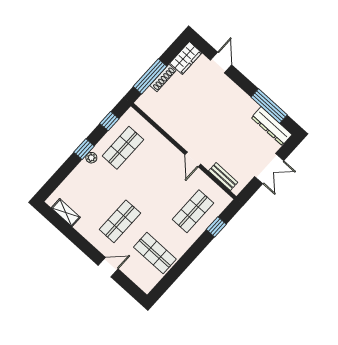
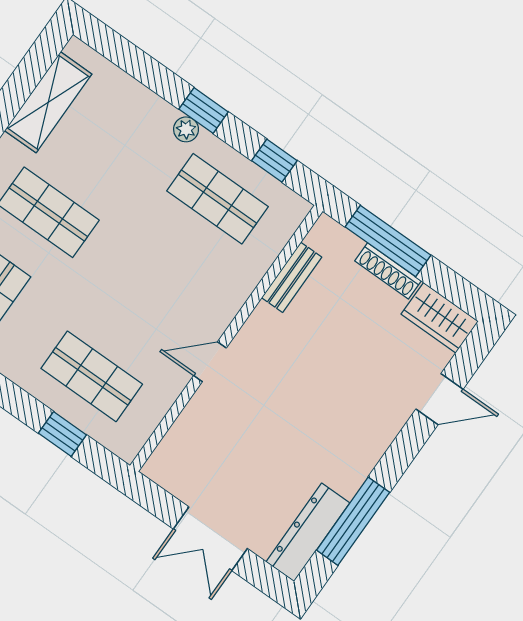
bench: (223, 177) -> (292, 277), moved
shelving: (66, 213) -> (48, 102), width x1.50, depth x1.33

